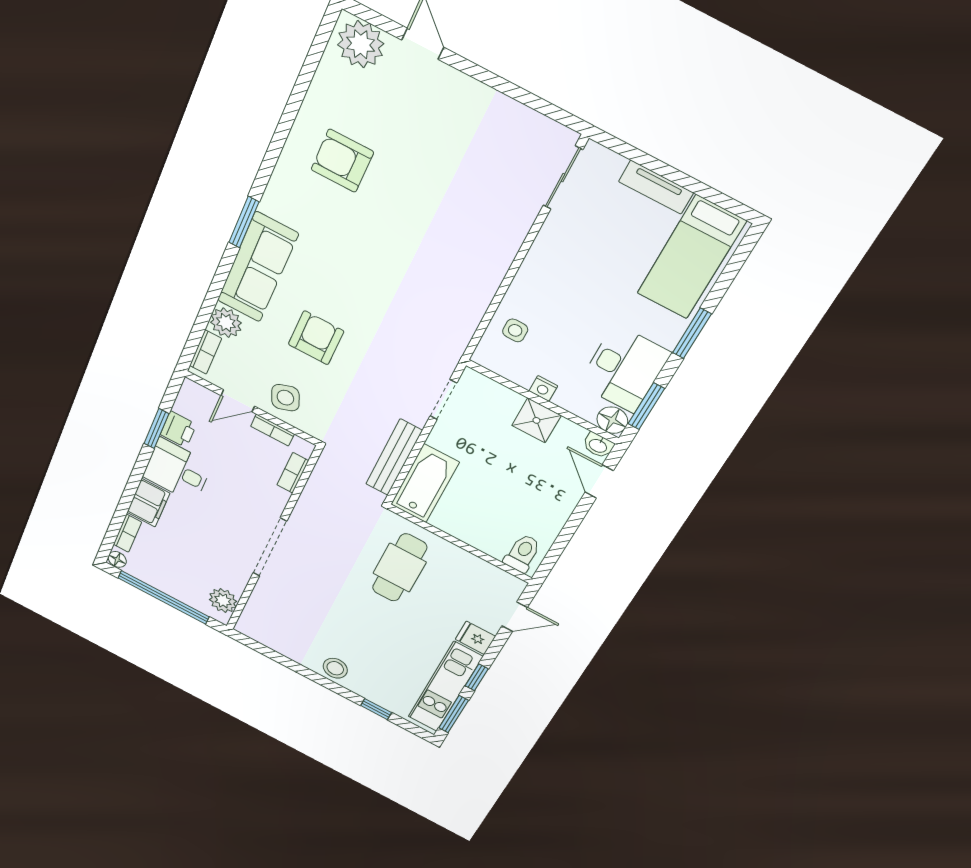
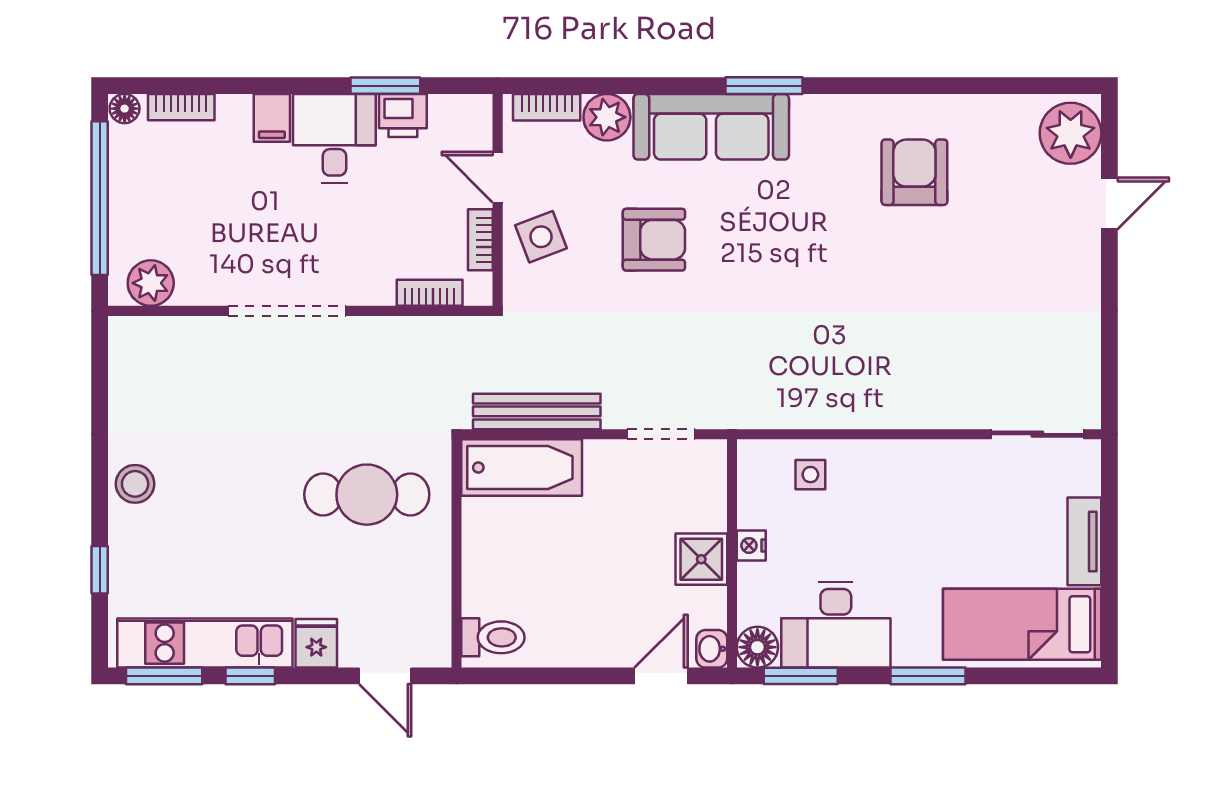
filing cabinet: (148, 503) -> (272, 118), width x0.50

